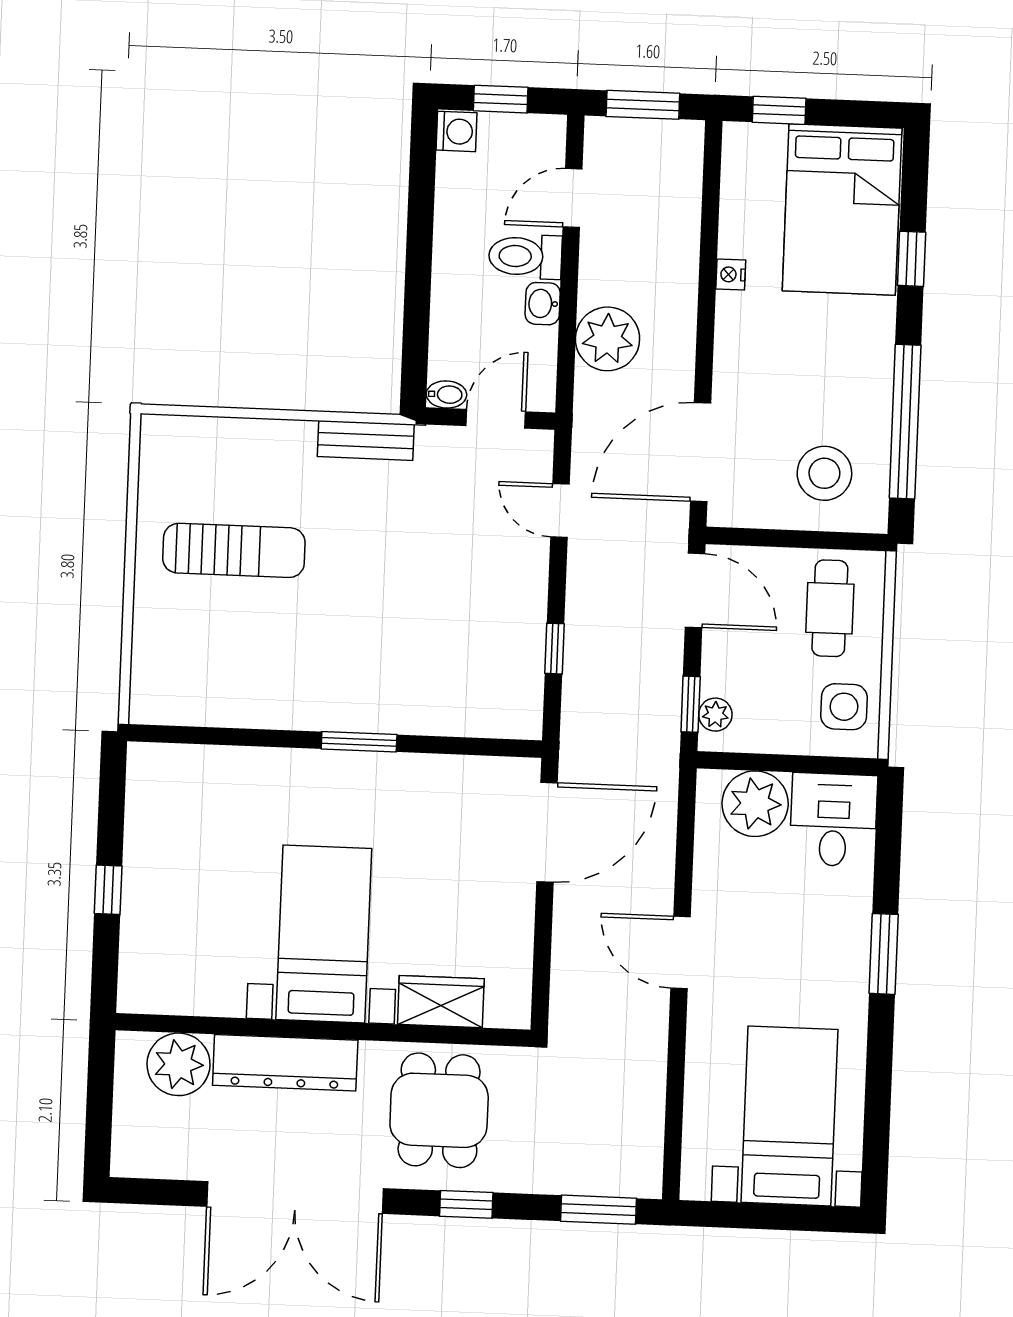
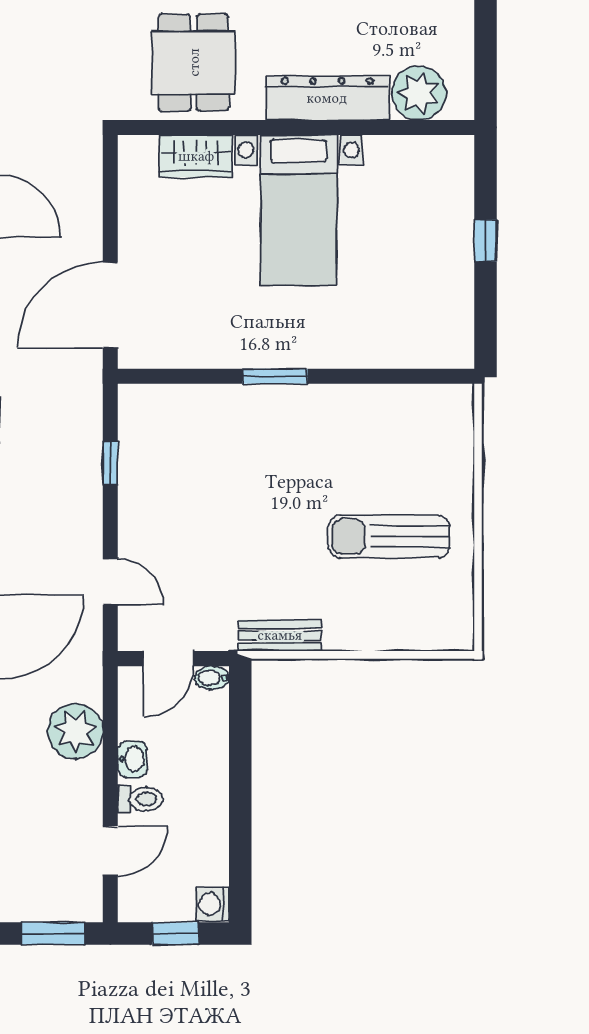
toilet: (525, 256) -> (140, 799), width x0.73, depth x0.72

